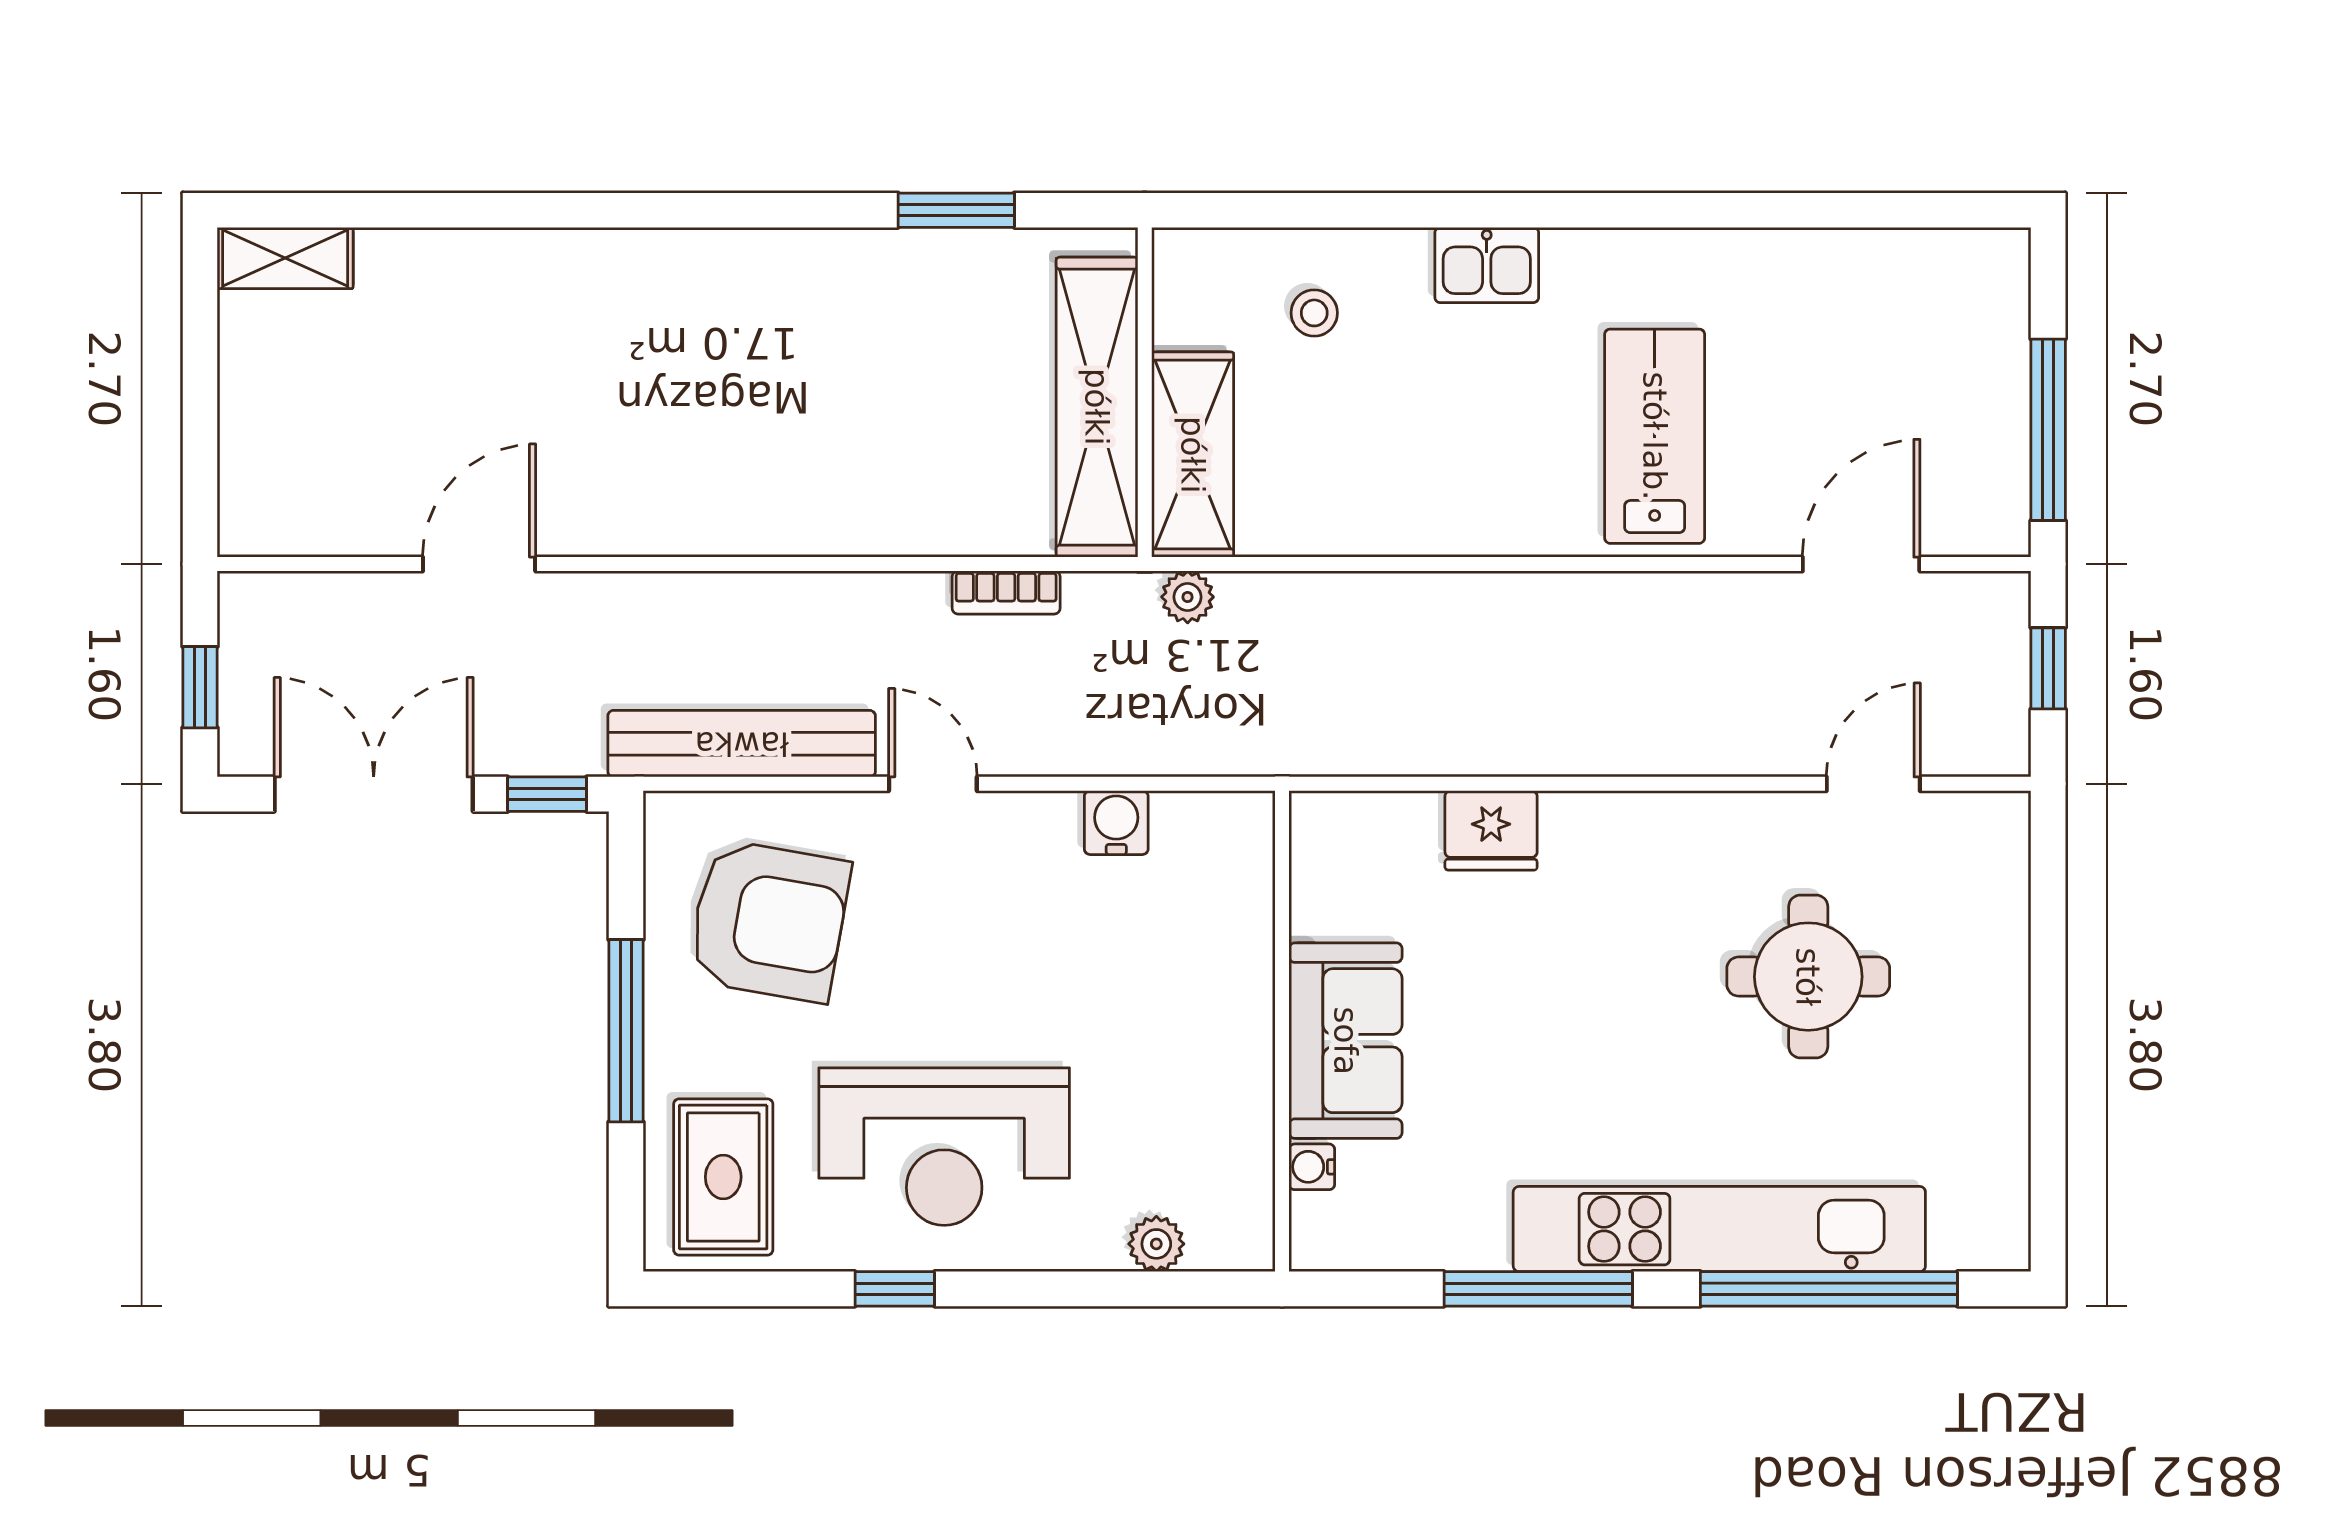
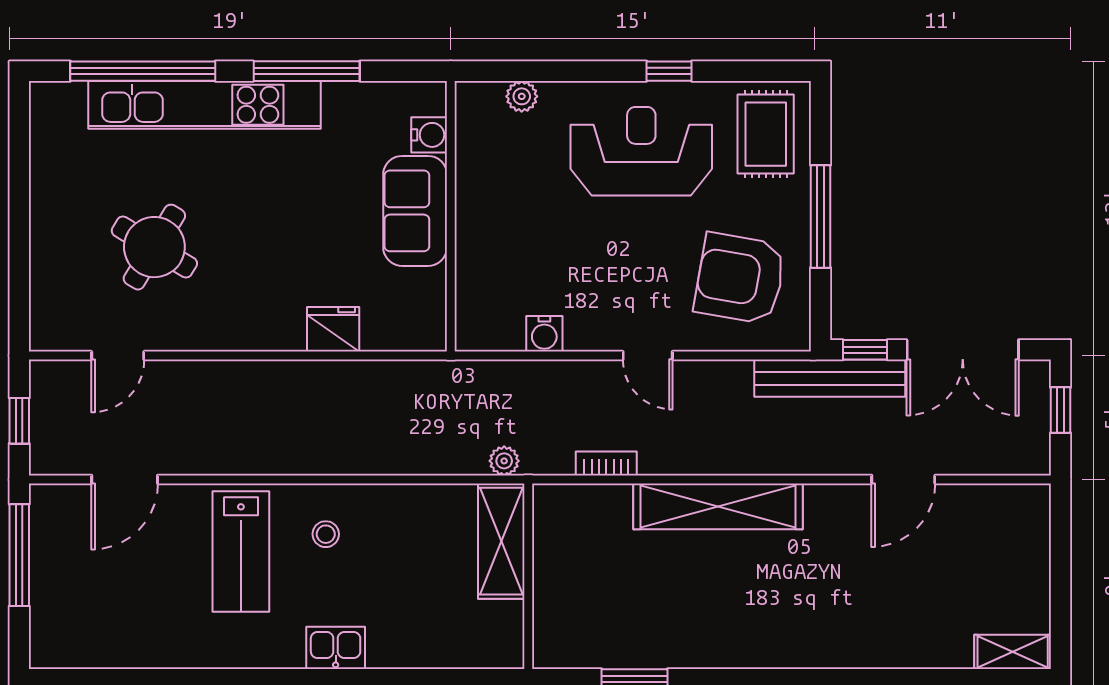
stool: (1314, 313) -> (326, 534), moved
shelving: (1097, 407) -> (718, 506), moved, turned 90
bench: (742, 744) -> (830, 378), moved
round table: (1808, 977) -> (154, 247), turned 31
water cooler: (1312, 1167) -> (429, 135), width x1.38, depth x1.38

